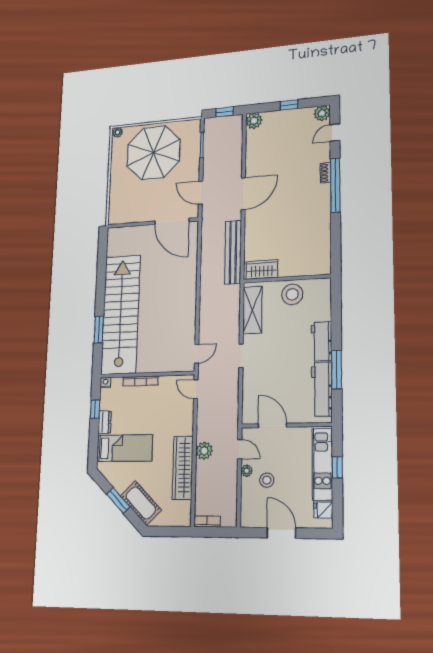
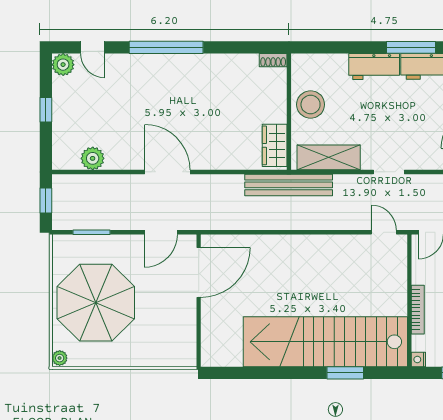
plant: (254, 121) -> (93, 158), moved
shoe rack: (326, 173) -> (273, 60), moved
bench: (233, 252) -> (289, 185), moved

